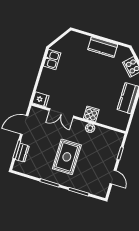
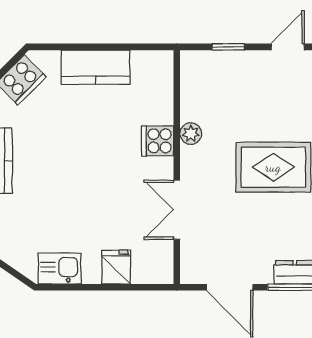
fridge: (41, 99) -> (116, 267), moved
double door: (61, 113) -> (177, 210), swing flipped

